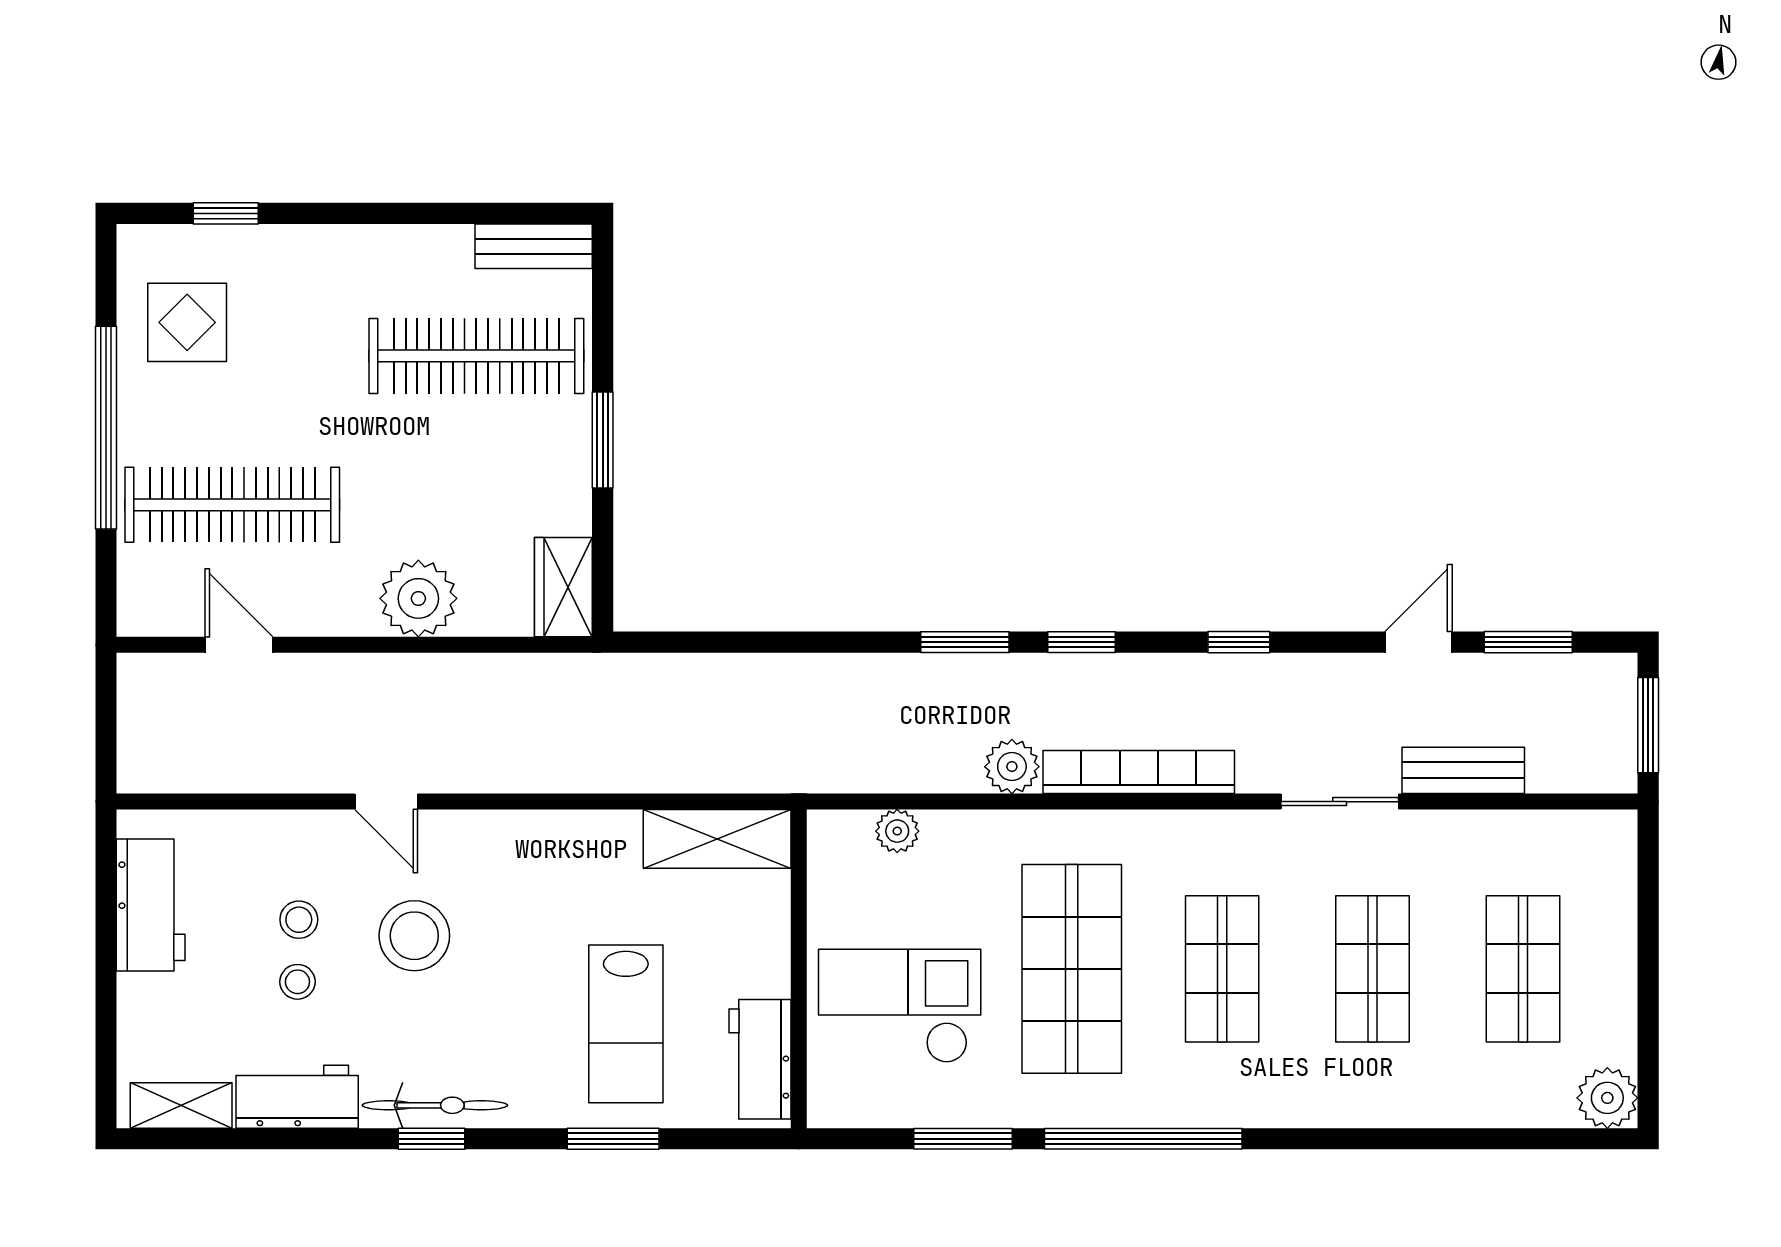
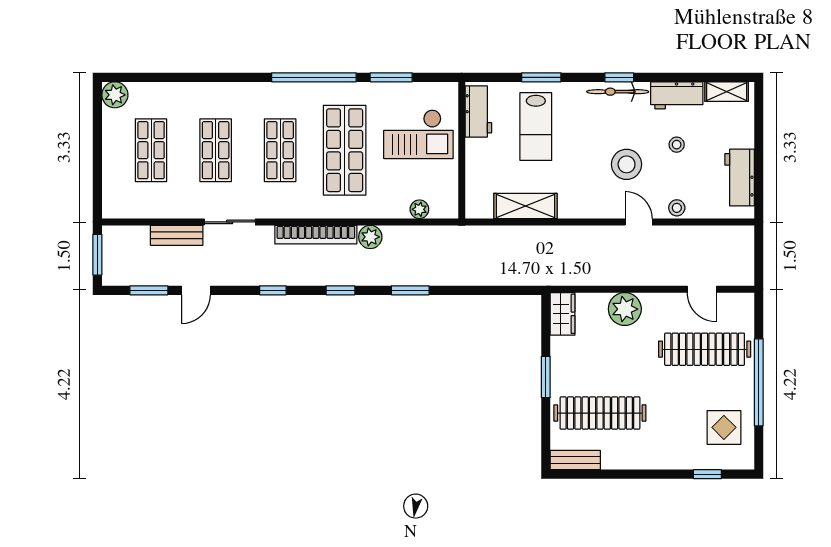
window: (965, 642) -> (410, 290), moved
shelving: (717, 839) -> (525, 206), moved
stool: (299, 920) -> (677, 208), moved
lab bench: (626, 1024) -> (536, 127), turned 180

